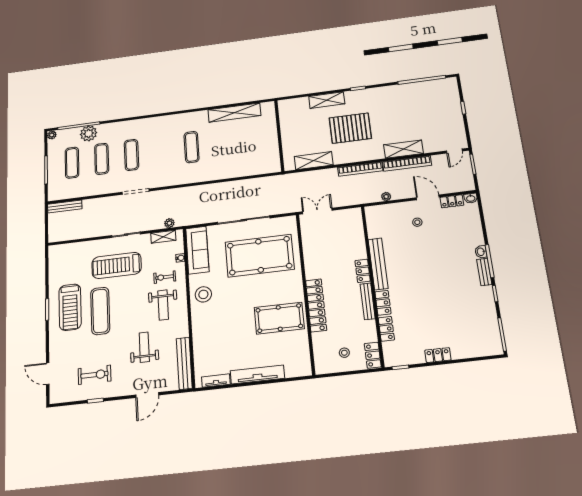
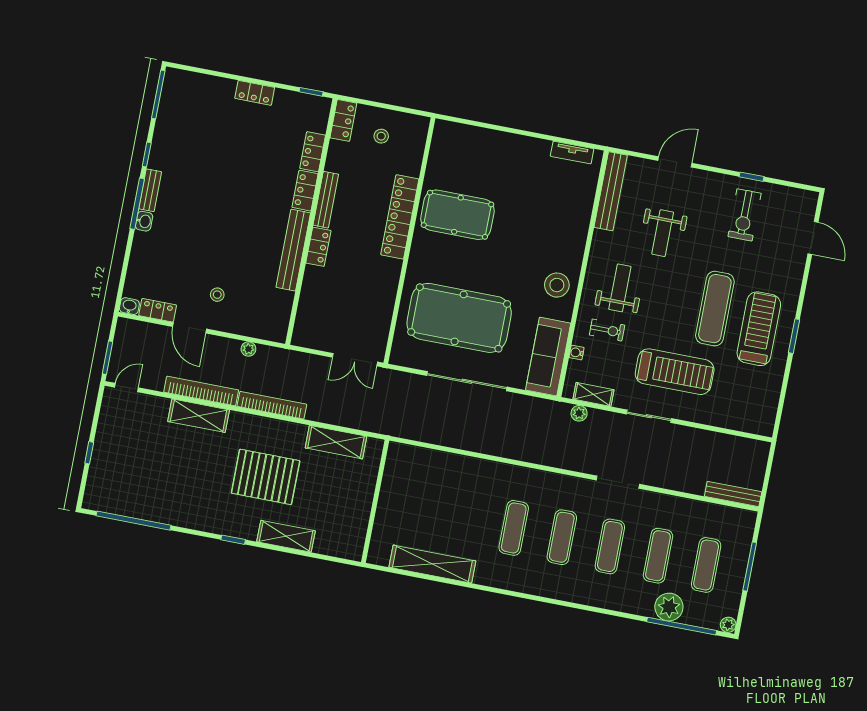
exercise mat: (161, 151) -> (562, 537), added
exercise bike: (94, 375) -> (745, 215), turned -90
tv unit: (257, 375) -> (511, 143), removed

